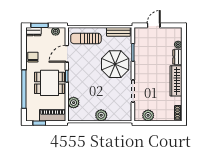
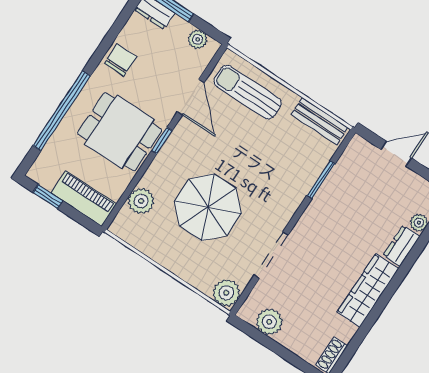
door: (67, 54) -> (191, 97), swing flipped
parasol: (115, 64) -> (208, 207), moved
plant: (101, 115) -> (226, 293), moved

